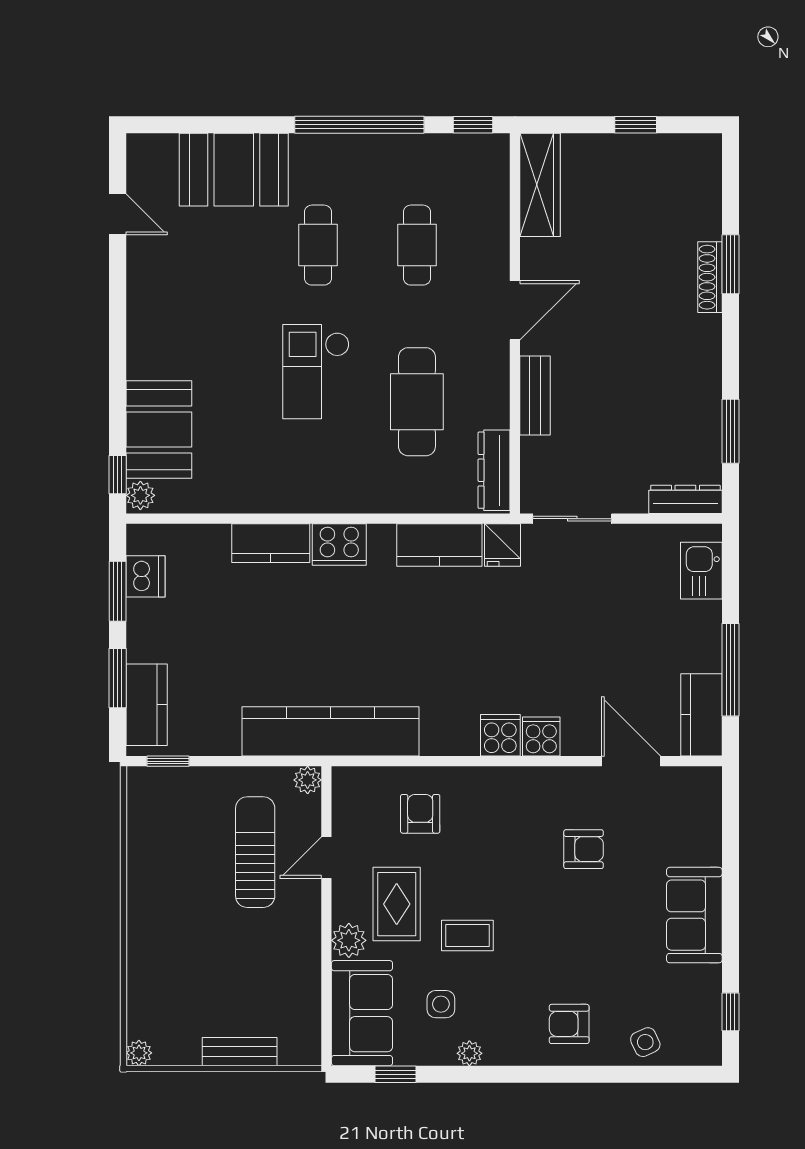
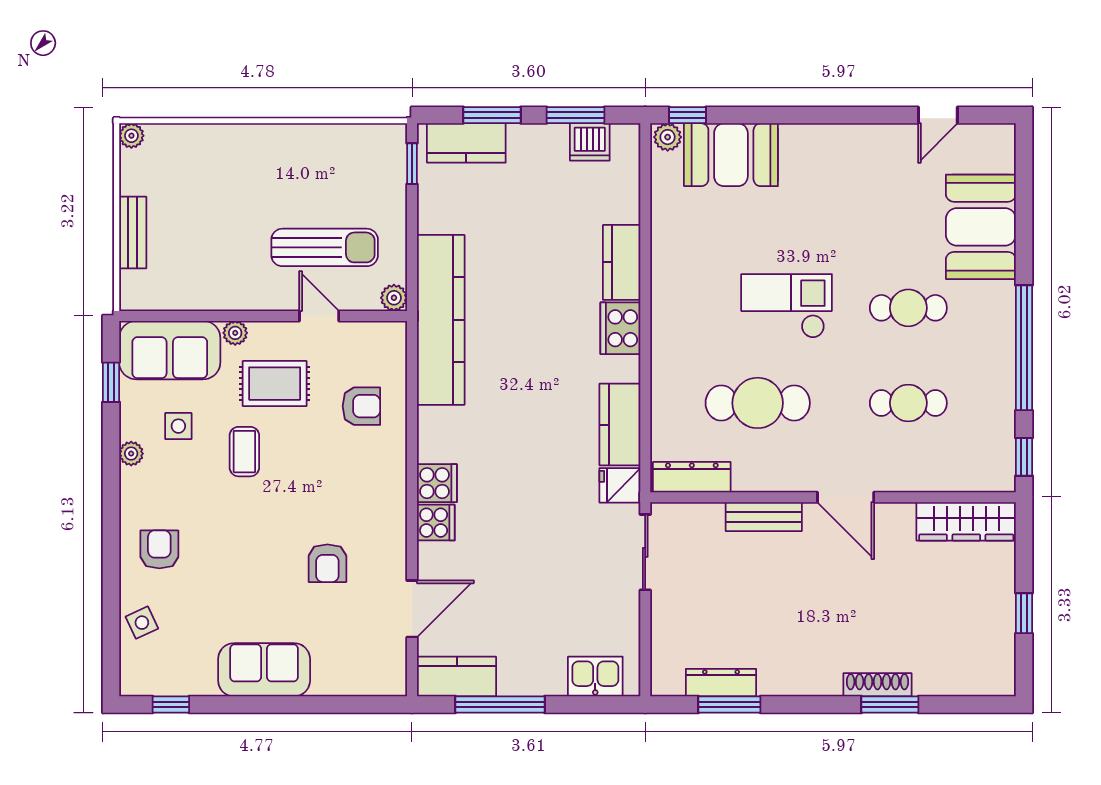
dresser: (685, 499) -> (721, 683), moved, turned -90
plant: (349, 940) -> (235, 333), width x0.73, depth x0.73

